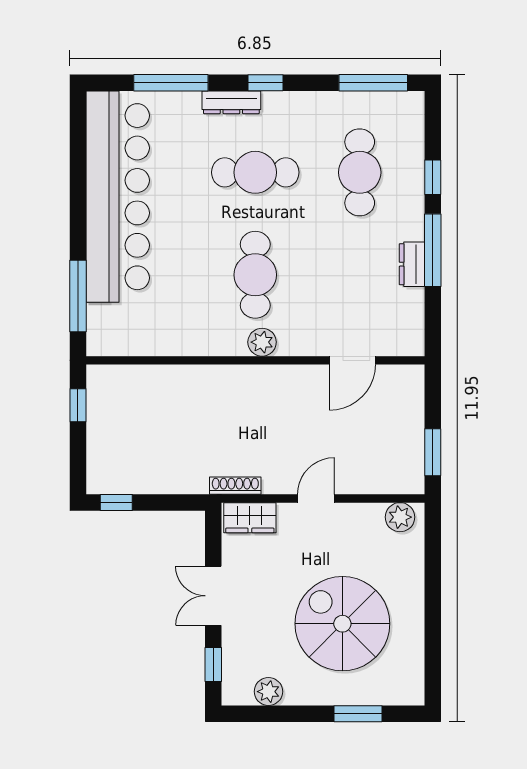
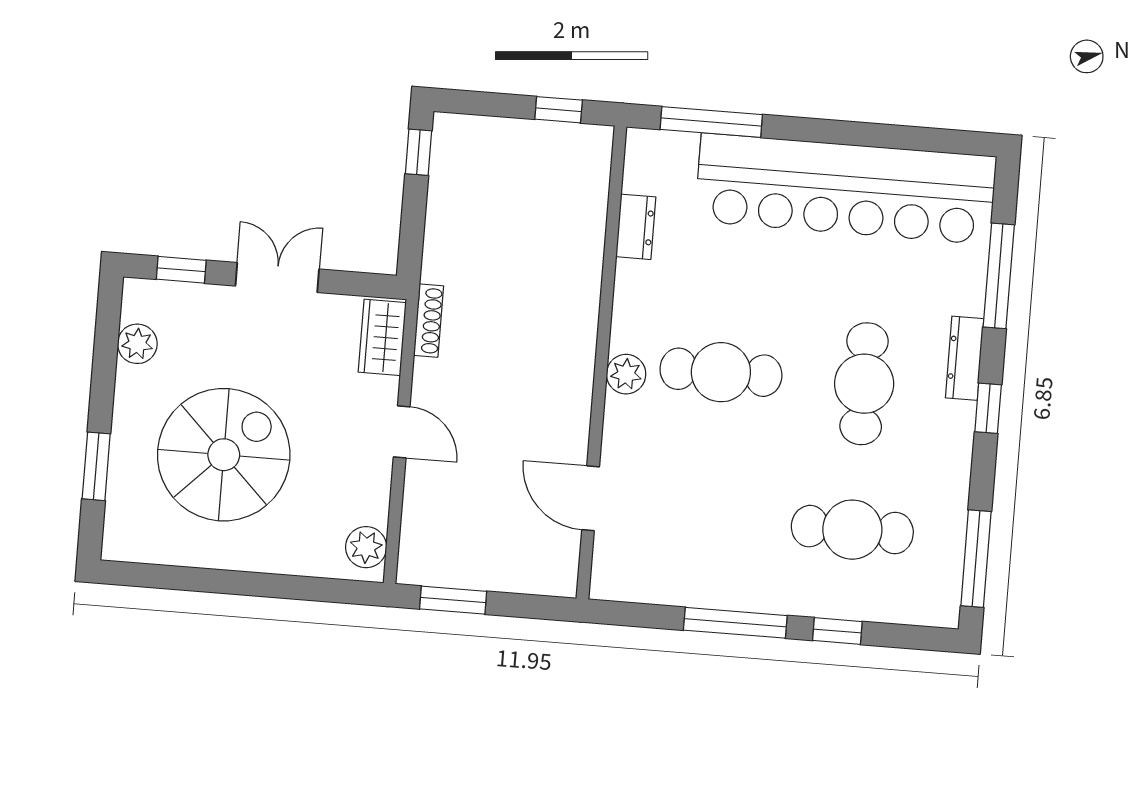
dresser: (412, 264) -> (636, 227), moved, turned 90

